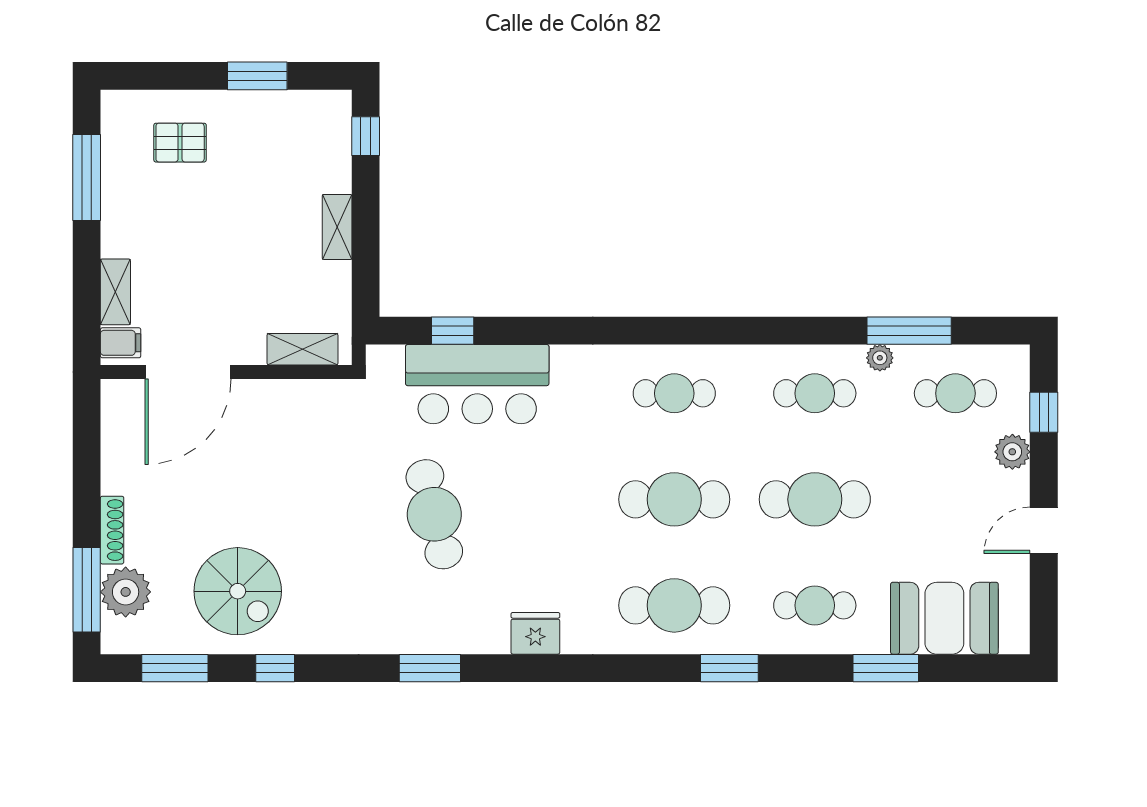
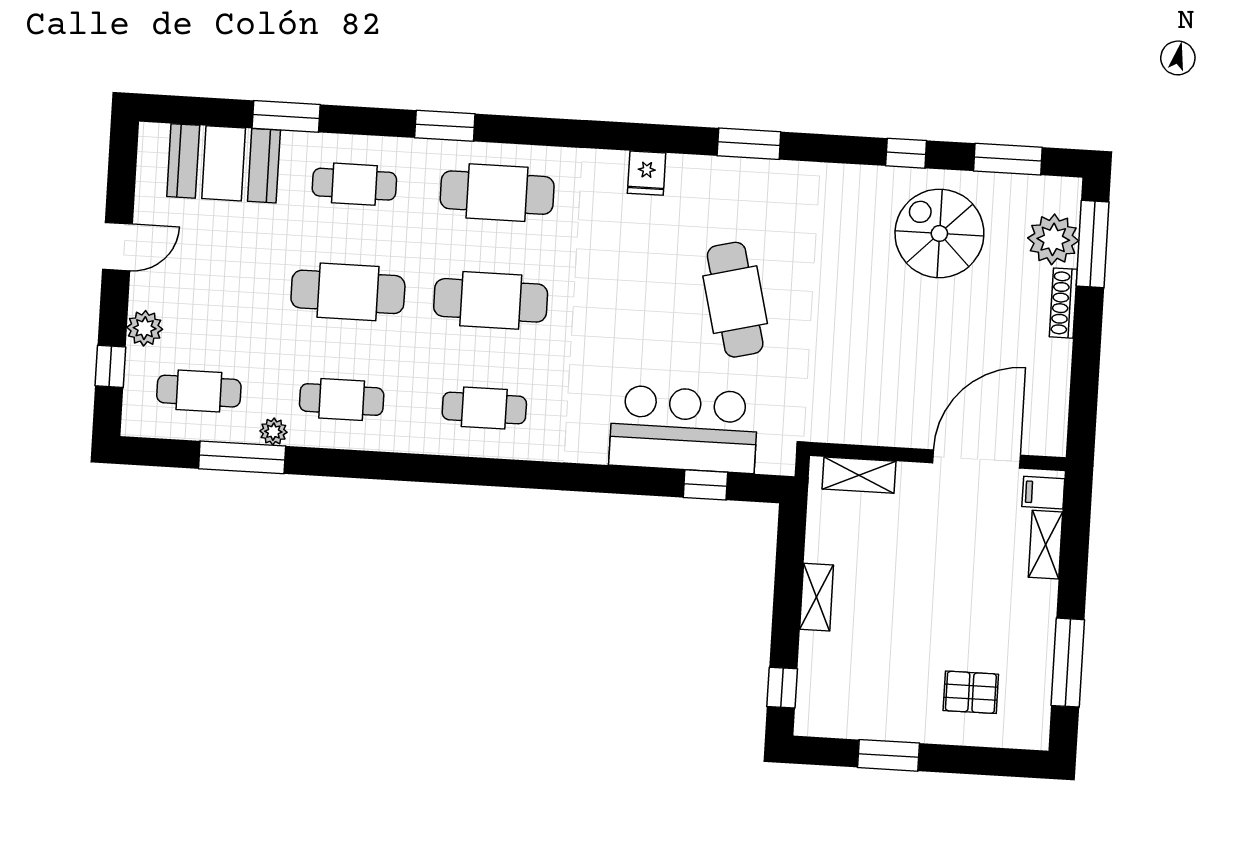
fridge: (535, 633) -> (647, 173), width x0.72

